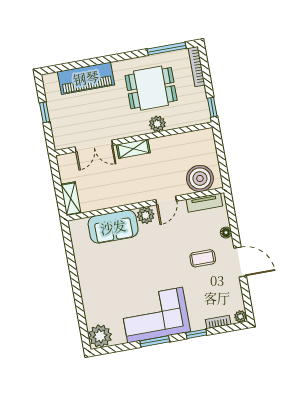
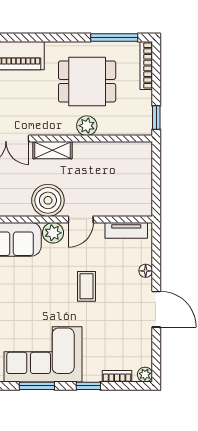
boiler: (200, 178) -> (48, 200), moved
coffee table: (203, 258) -> (87, 286), moved, turned 90

